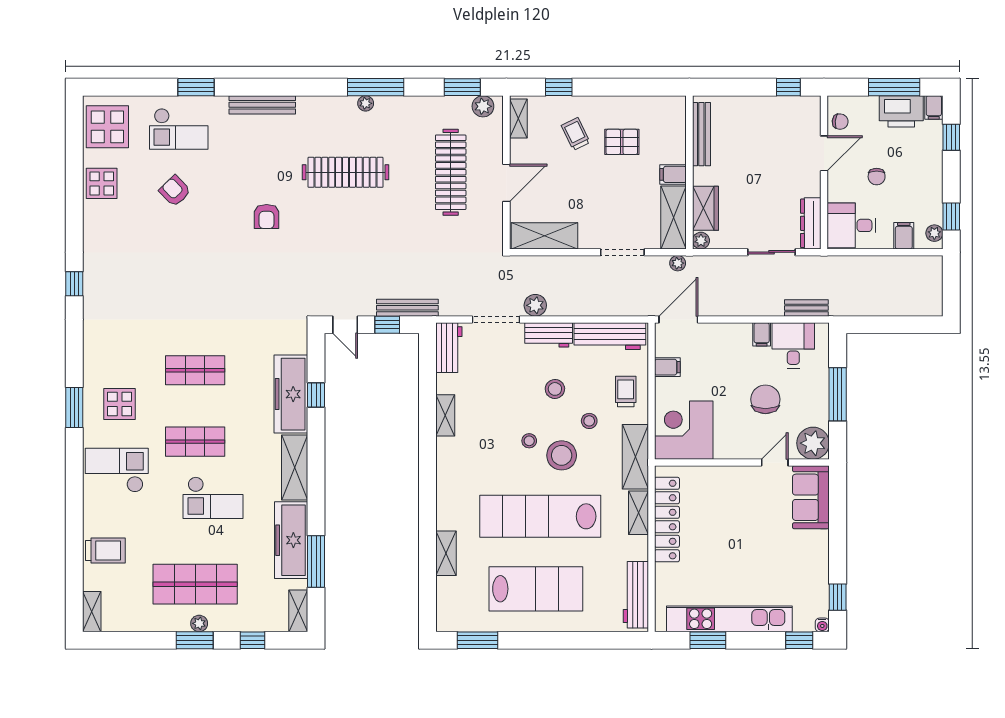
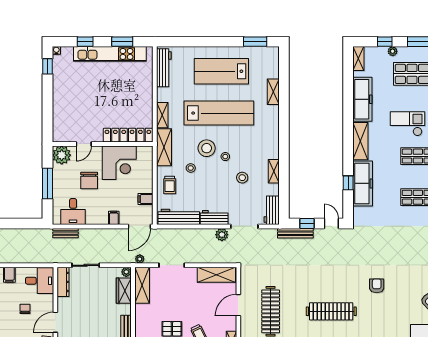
filing cabinet: (673, 174) -> (142, 310), removed
filing cabinet: (762, 334) -> (114, 218), moved
stool: (555, 389) -> (242, 178), moved
corner desk: (684, 430) -> (119, 163), moved
sofa: (811, 497) -> (63, 124), removed
locker: (667, 520) -> (128, 135), moved, turned 90
window: (316, 561) -> (348, 87), removed
plant: (199, 623) -> (393, 51), moved
window: (799, 640) -> (85, 42), moved

